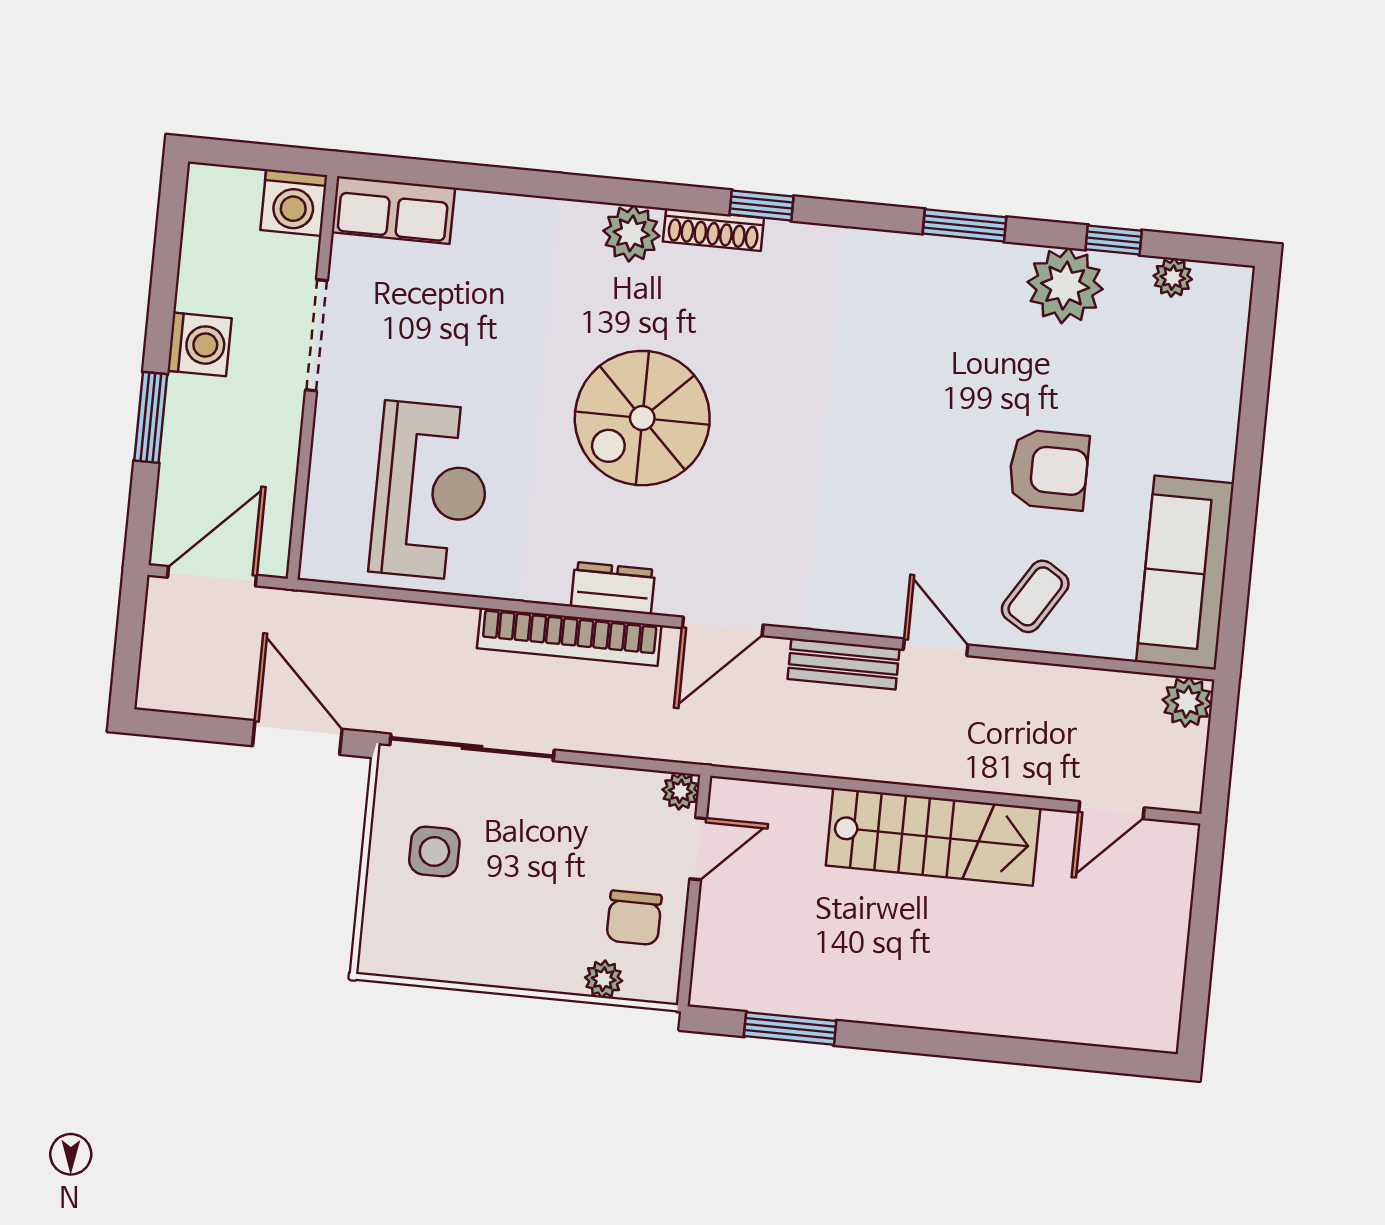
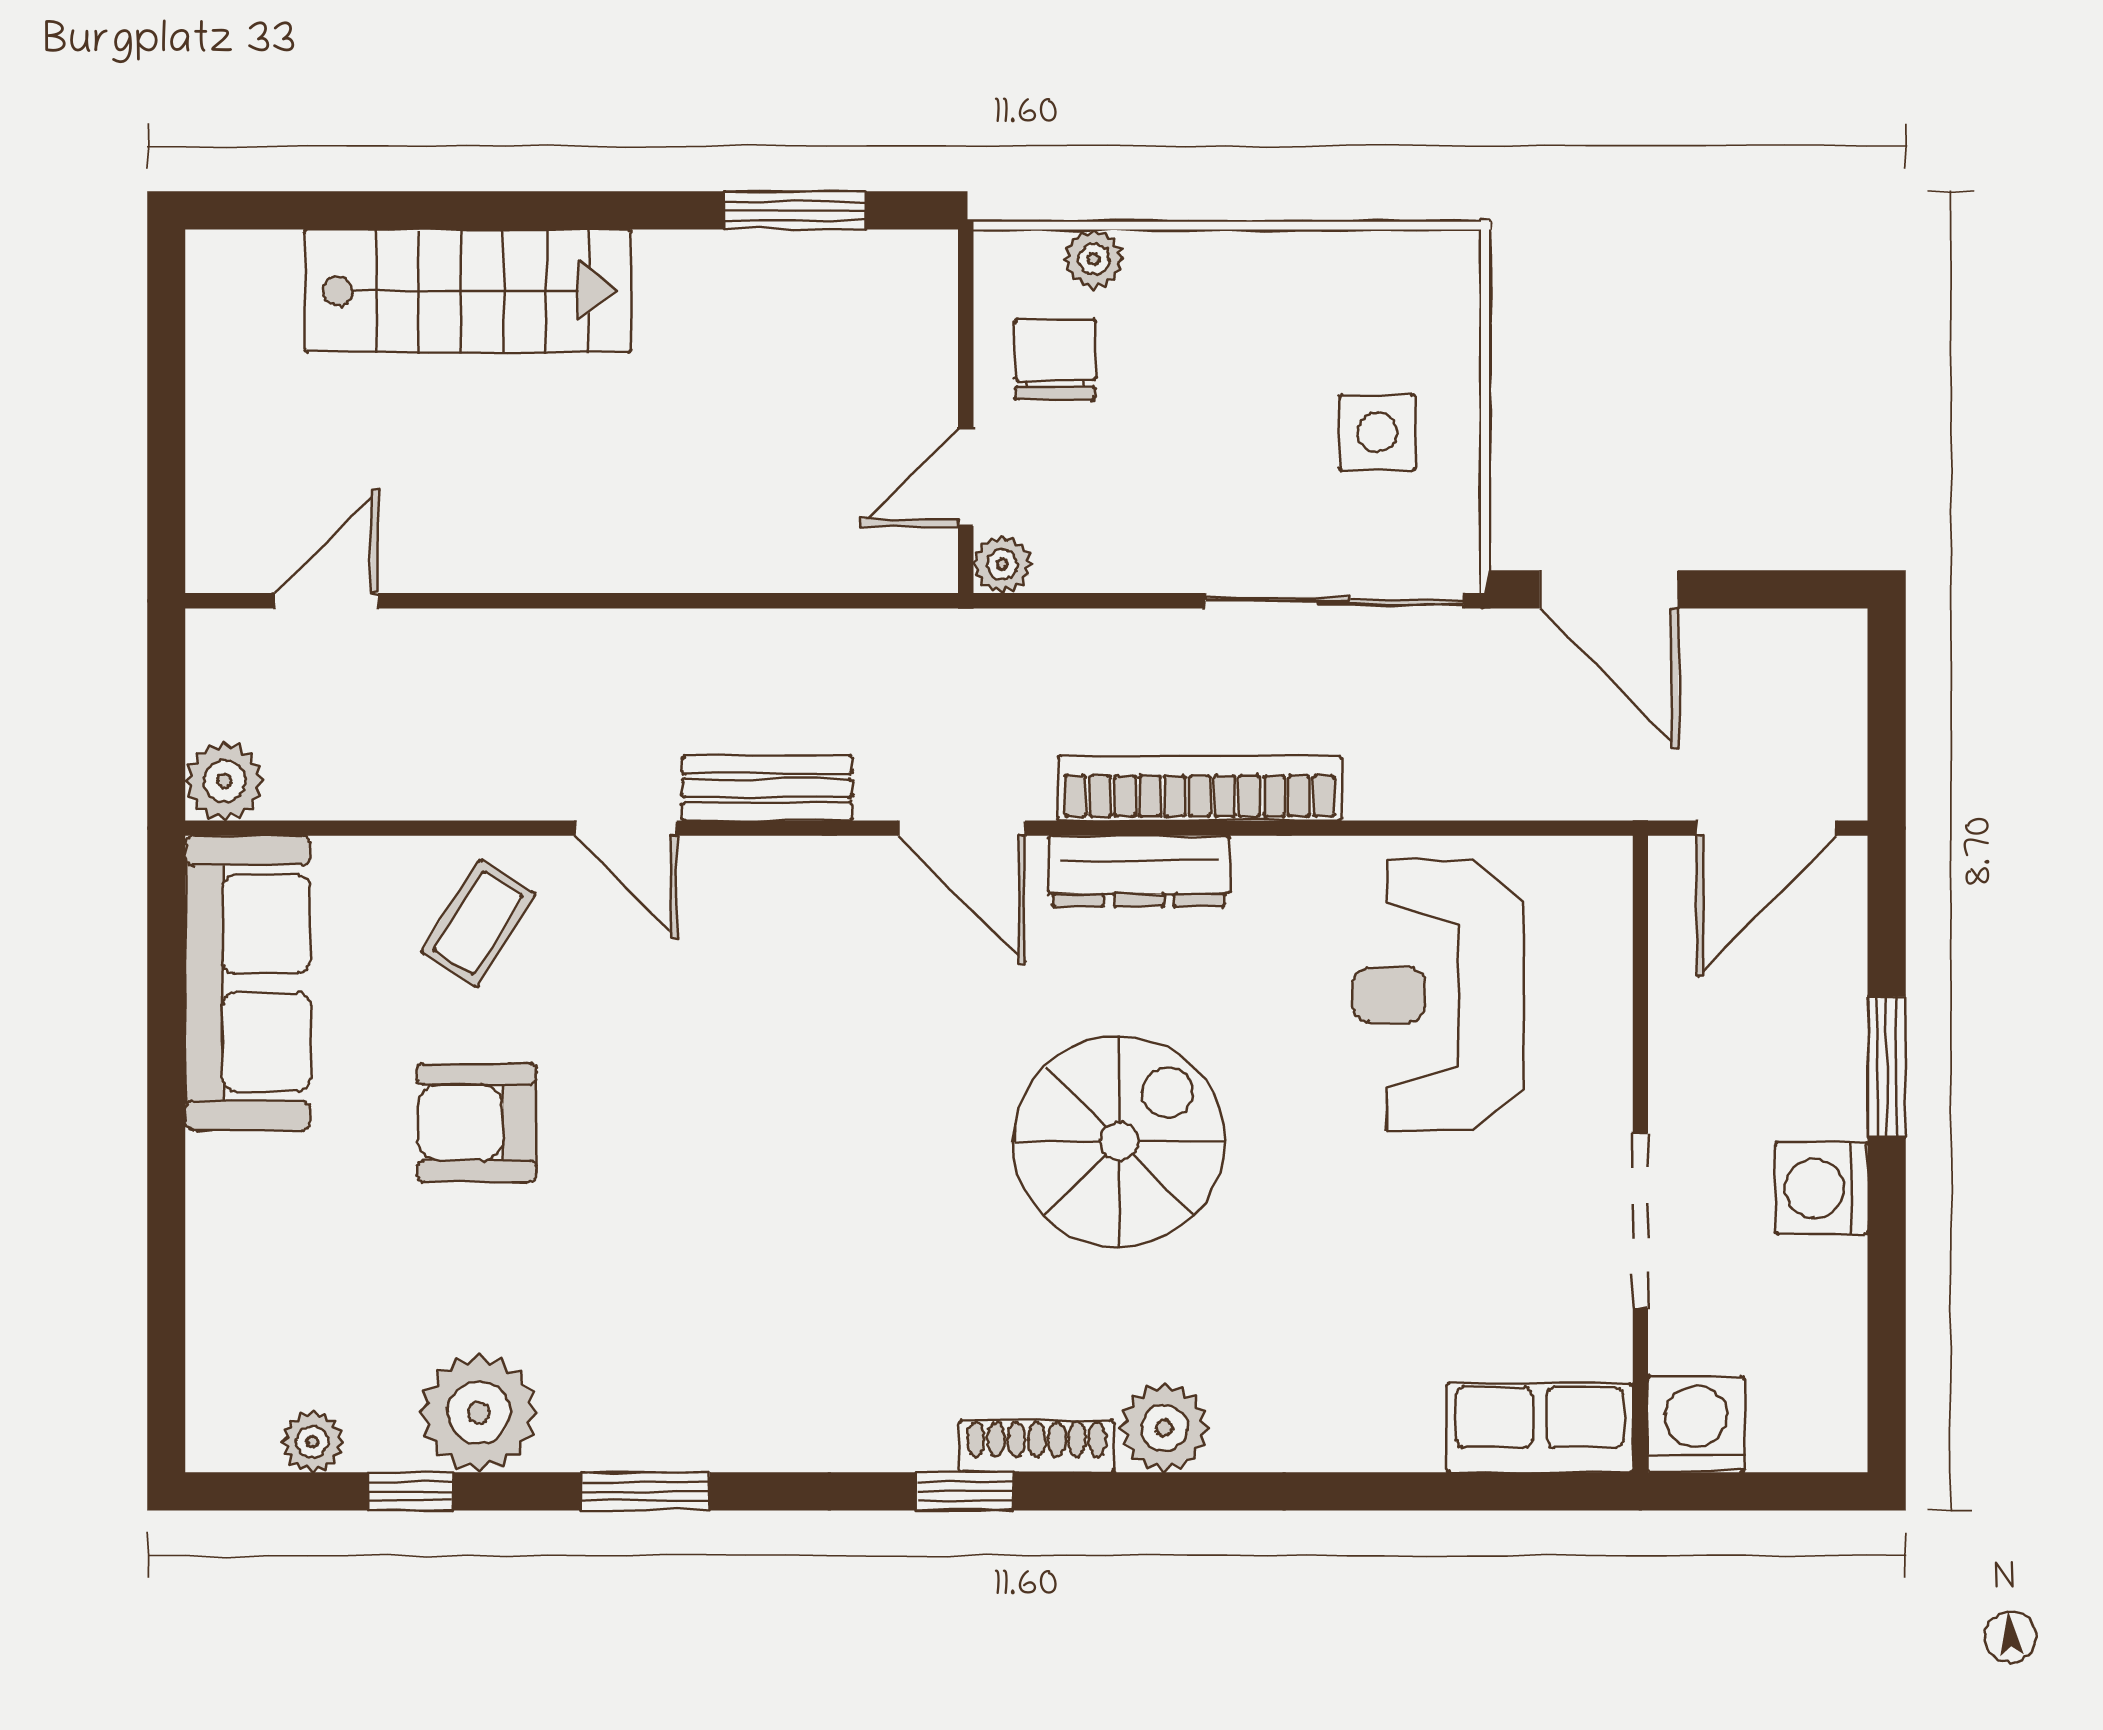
dresser: (613, 588) -> (1139, 871), width x1.44
door: (723, 626) -> (962, 828), swing flipped
stairs: (933, 837) -> (468, 291), moved, turned 180

